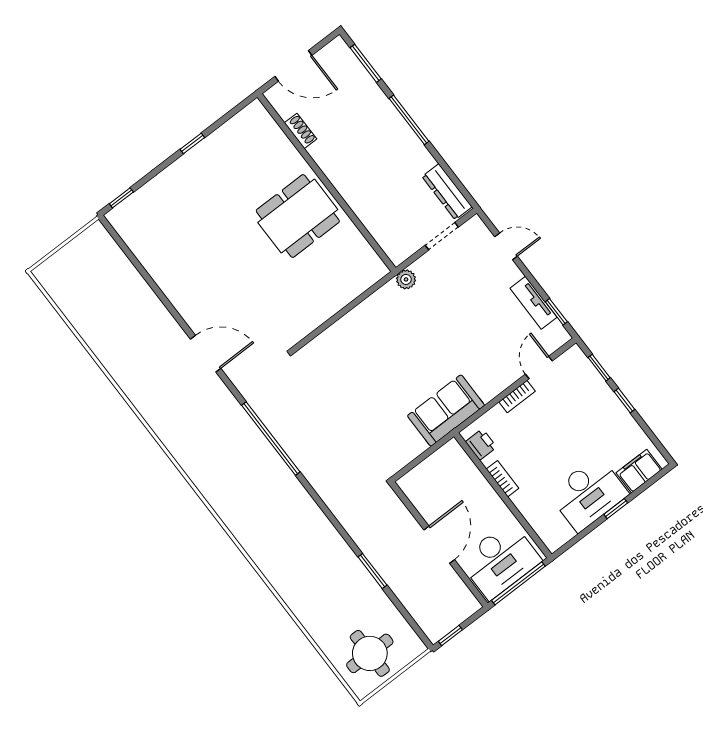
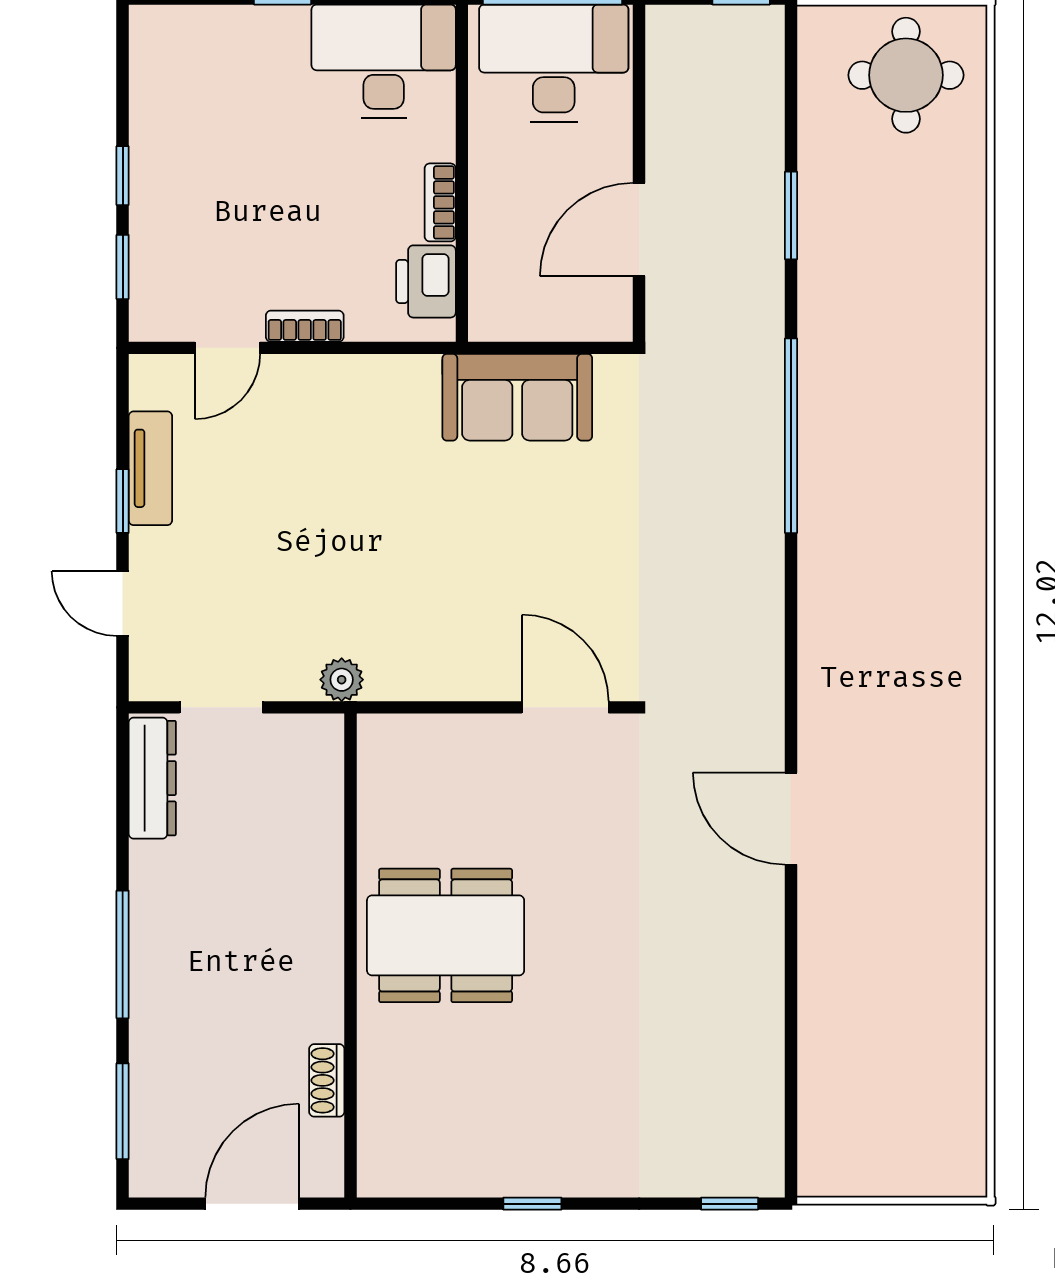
door: (293, 66) -> (252, 1204), hinge flipped
window: (556, 312) -> (123, 501), moved
door: (318, 331) -> (565, 707), added
sofa: (446, 411) -> (517, 397), moved
window: (271, 439) -> (791, 436), moved
printer: (481, 444) -> (426, 281), width x1.36, depth x1.24
filing cabinet: (639, 471) -> (191, 33), removed
desk: (588, 494) -> (384, 61), moved
door: (439, 545) -> (639, 229), moved

